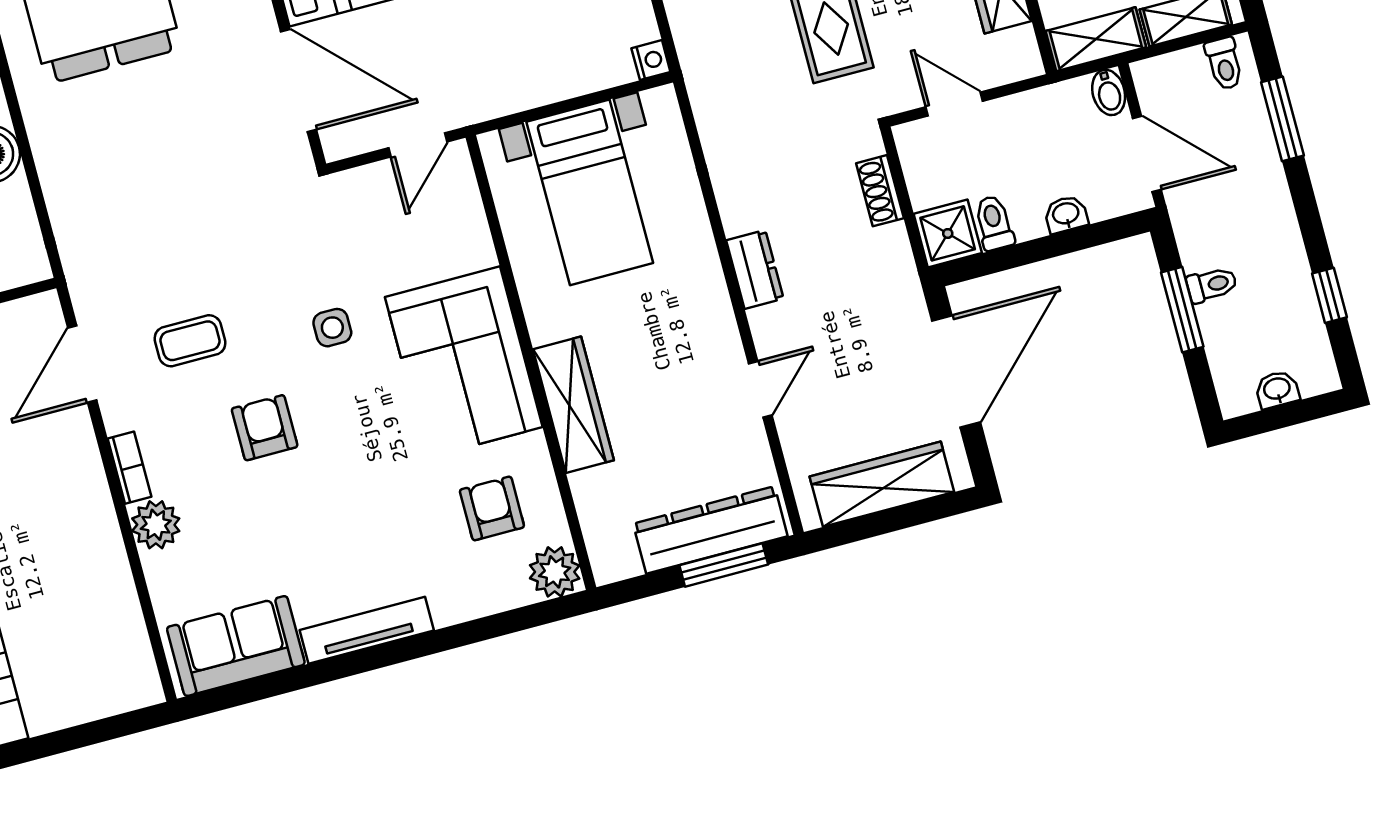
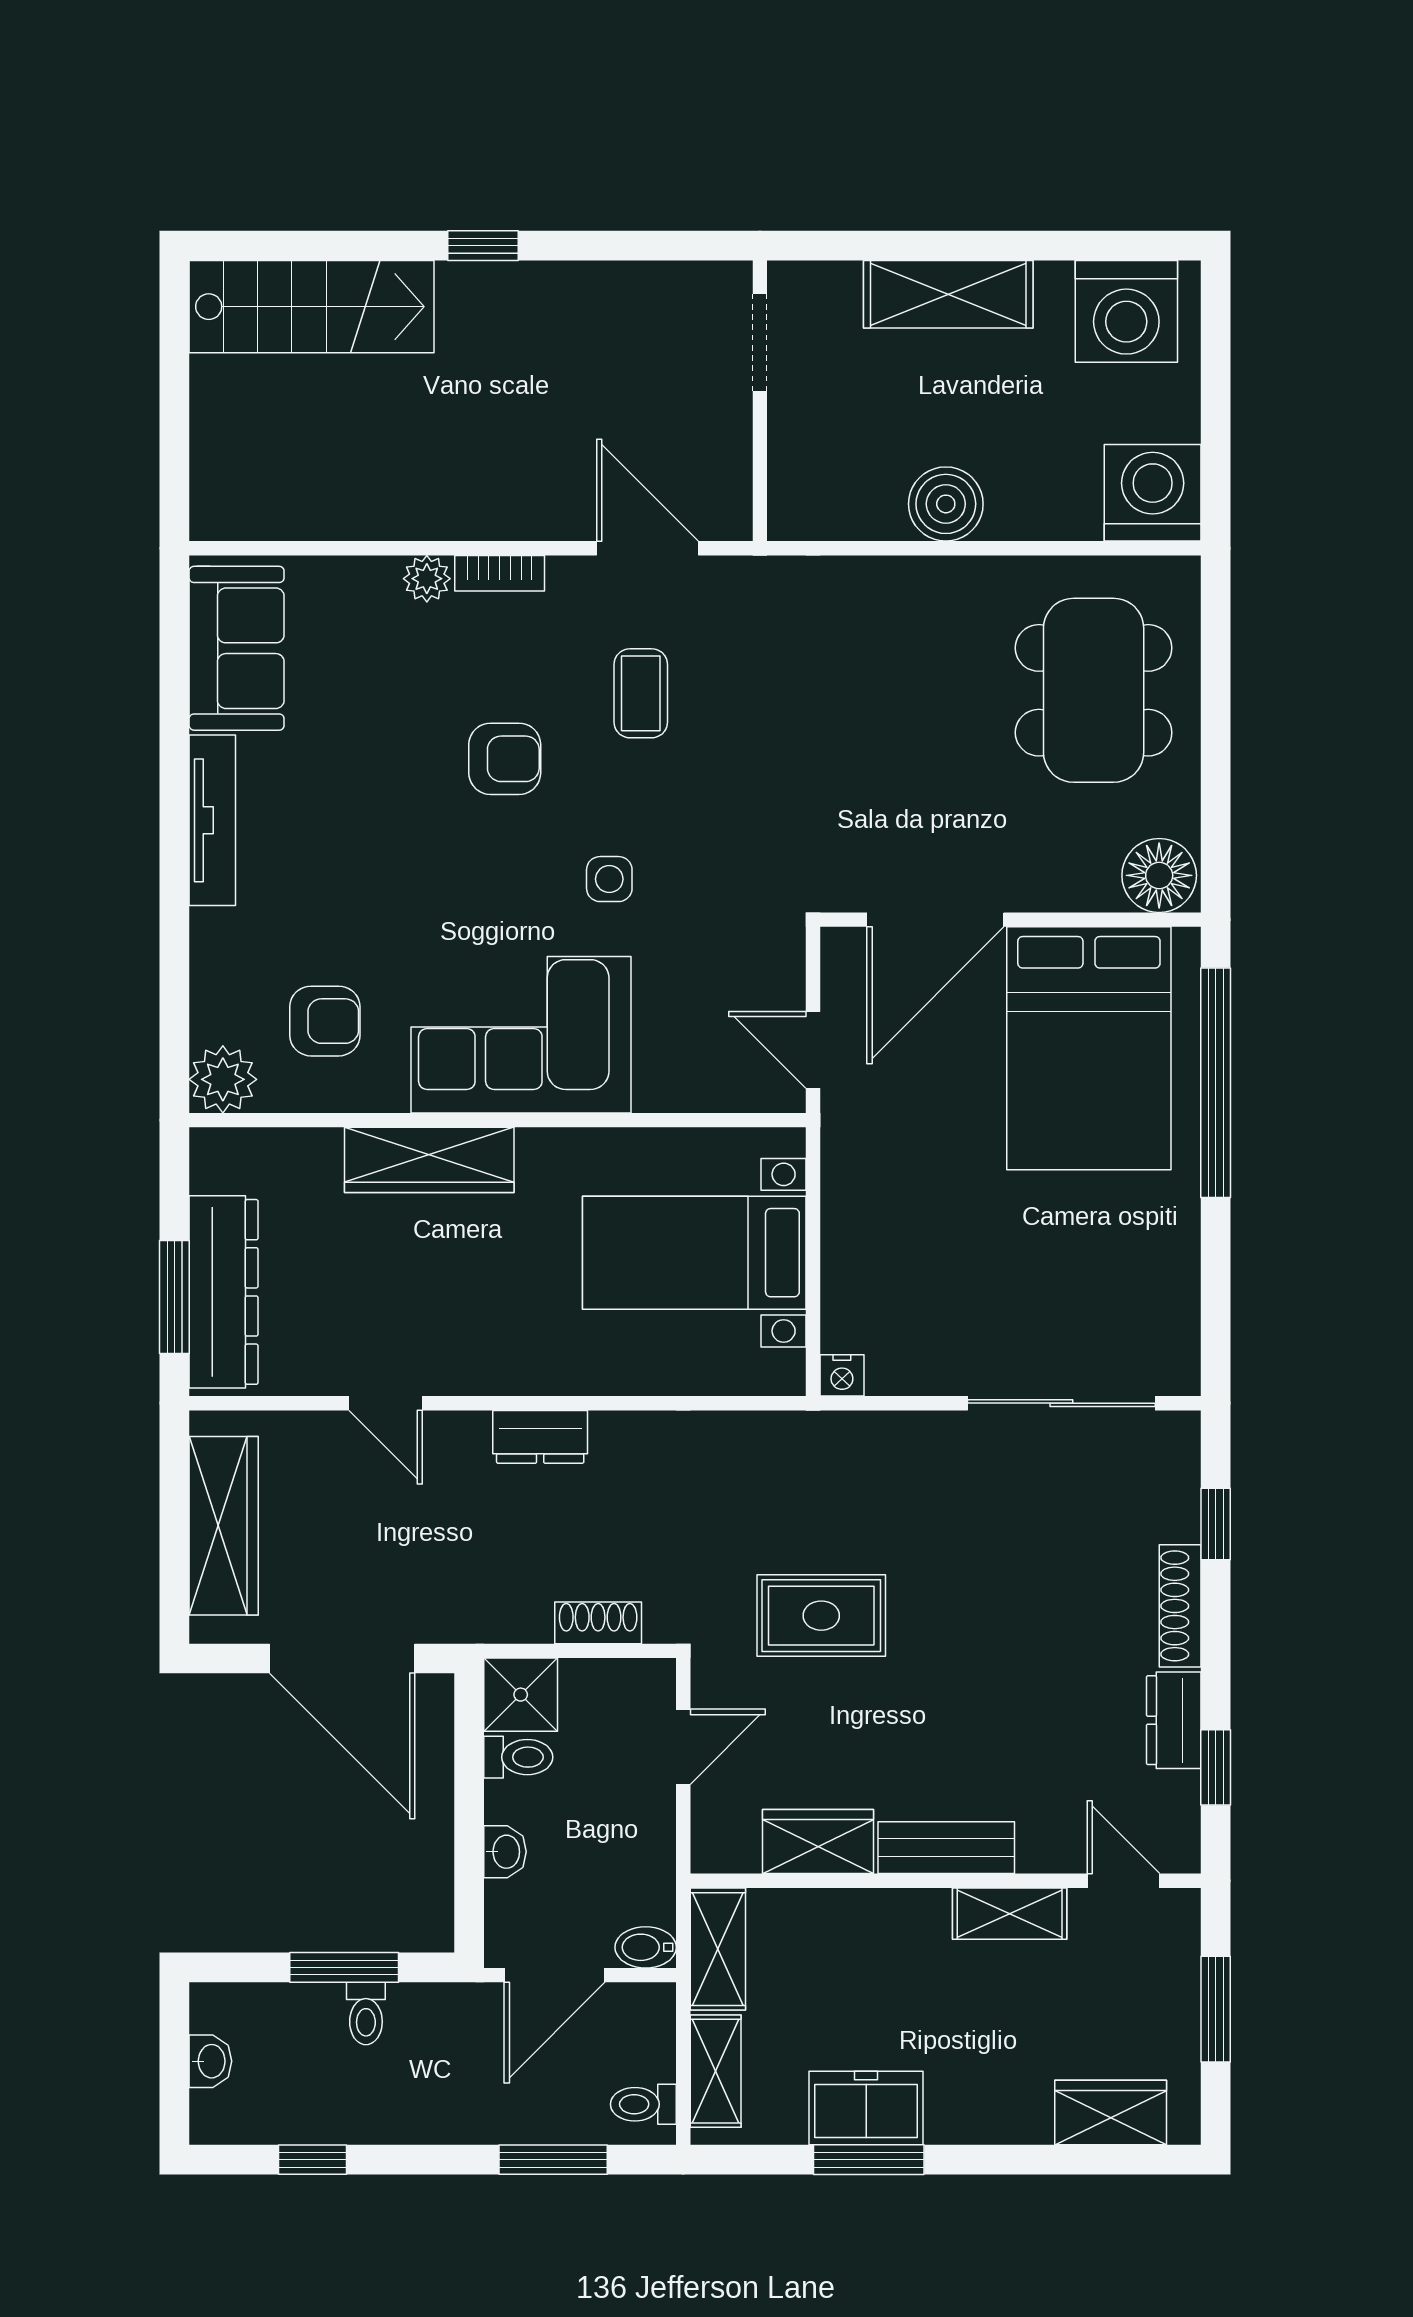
plant: (156, 525) -> (427, 579), width x0.73, depth x0.73

